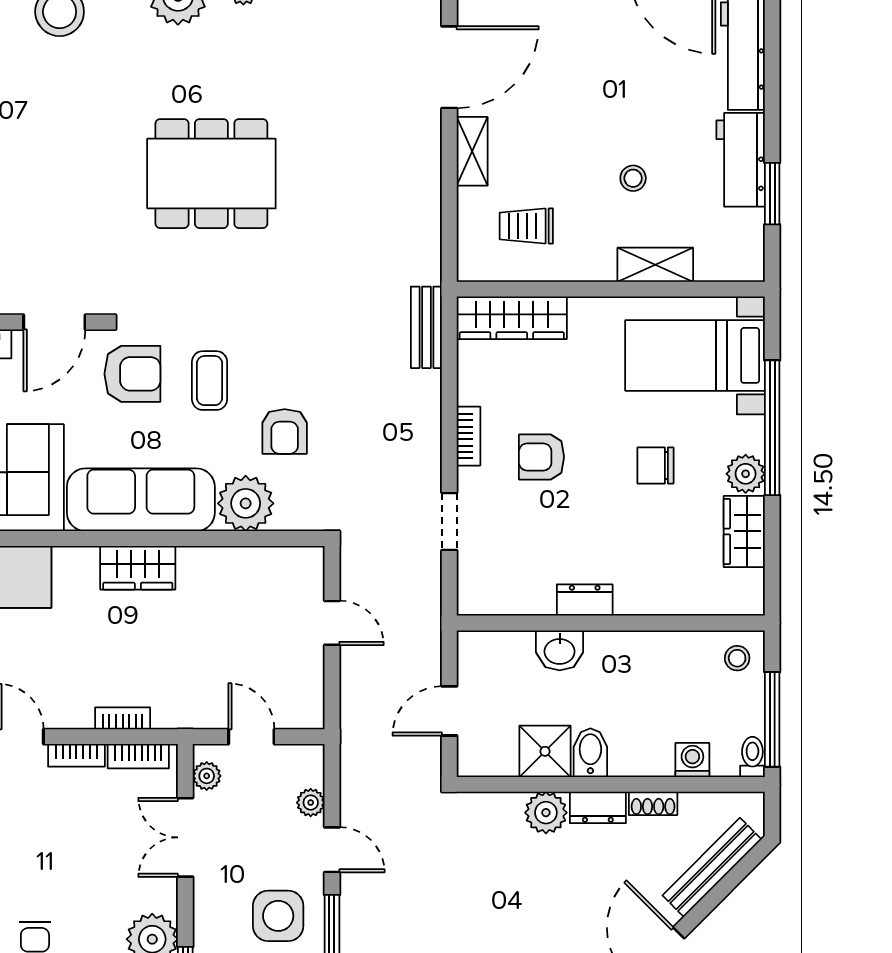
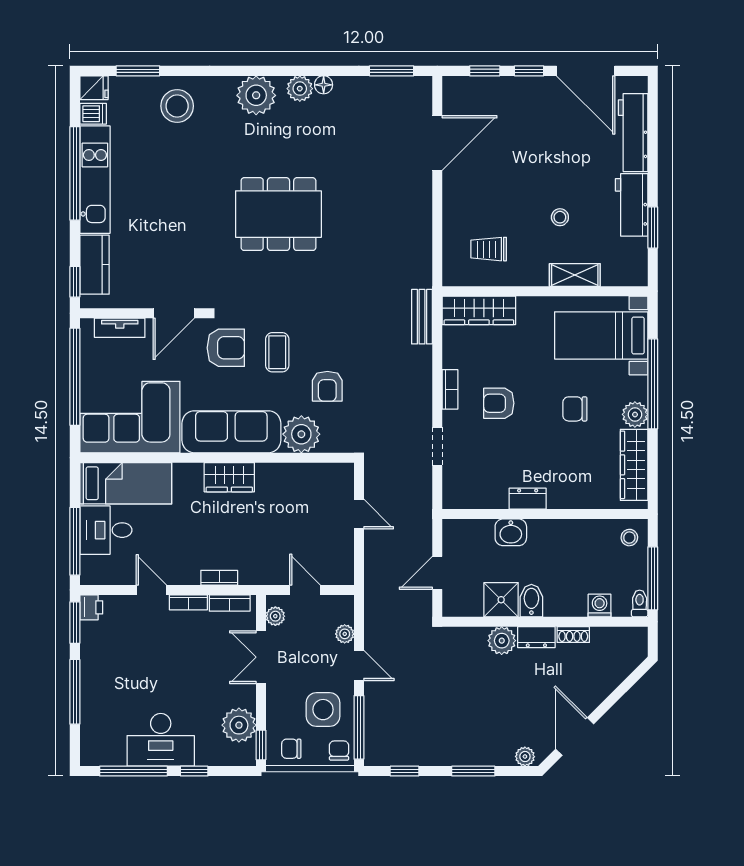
shelving: (472, 151) -> (452, 199), removed
wardrobe: (744, 531) -> (634, 465), width x1.50
bench: (712, 867) -> (613, 677), removed

